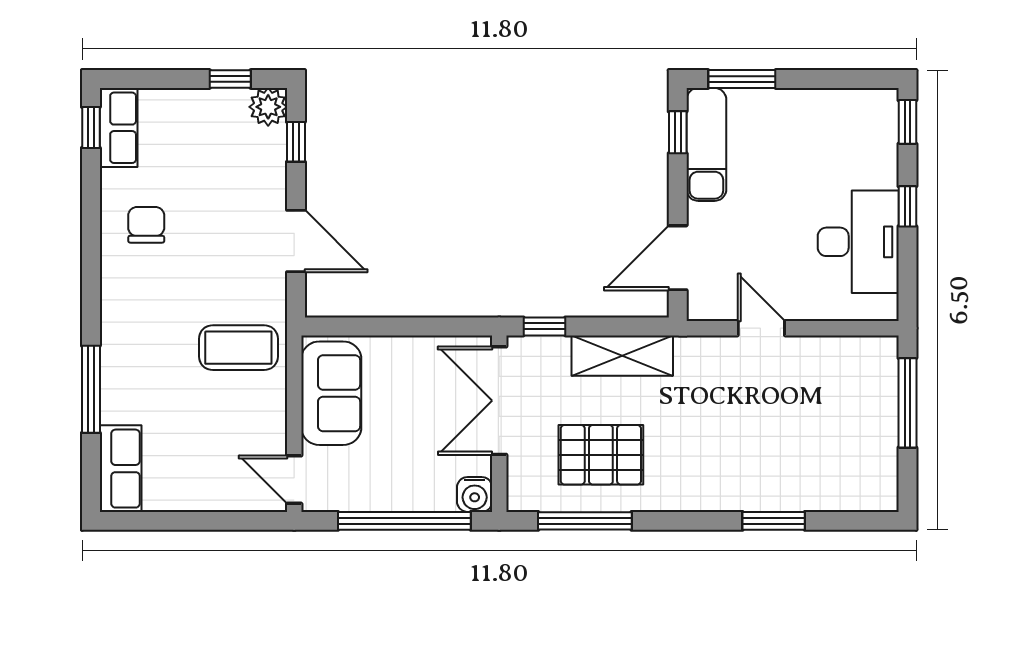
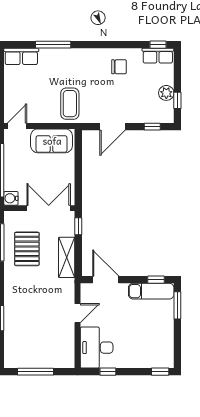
plant: (268, 107) -> (166, 93), moved
window: (907, 206) -> (108, 372), moved
desk: (858, 242) -> (97, 348), moved, turned 90
window: (907, 403) -> (35, 372), moved

